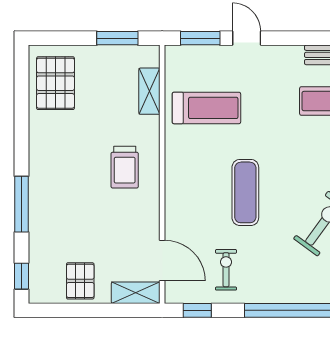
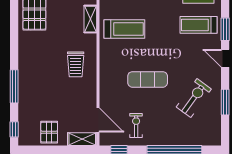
exercise mat: (245, 192) -> (148, 79), turned 90

